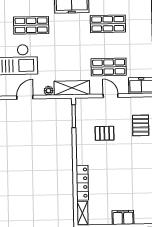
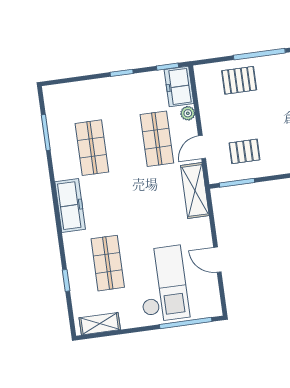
plant: (49, 91) -> (188, 113), moved
door: (111, 96) -> (202, 147), moved
pallet: (104, 133) -> (244, 151), moved, turned 90

